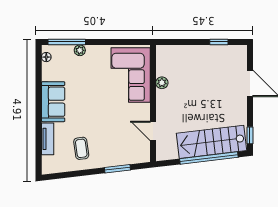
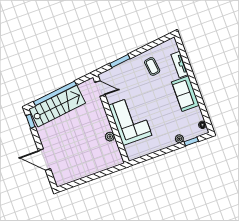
window: (67, 42) -> (191, 142), width x0.46
window: (219, 42) -> (79, 182), removed
corner sofa: (131, 75) -> (130, 120), moved
door: (153, 131) -> (100, 89), moved

